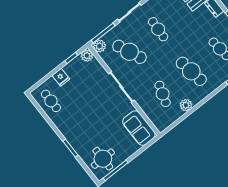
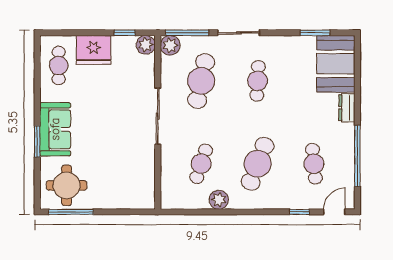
cafe table: (129, 52) -> (201, 81), turned 36
cafe table: (191, 71) -> (258, 164), turned 30
fridge: (61, 77) -> (94, 50), width x1.88, depth x1.34
sofa: (139, 128) -> (55, 129), moved, turned 180

